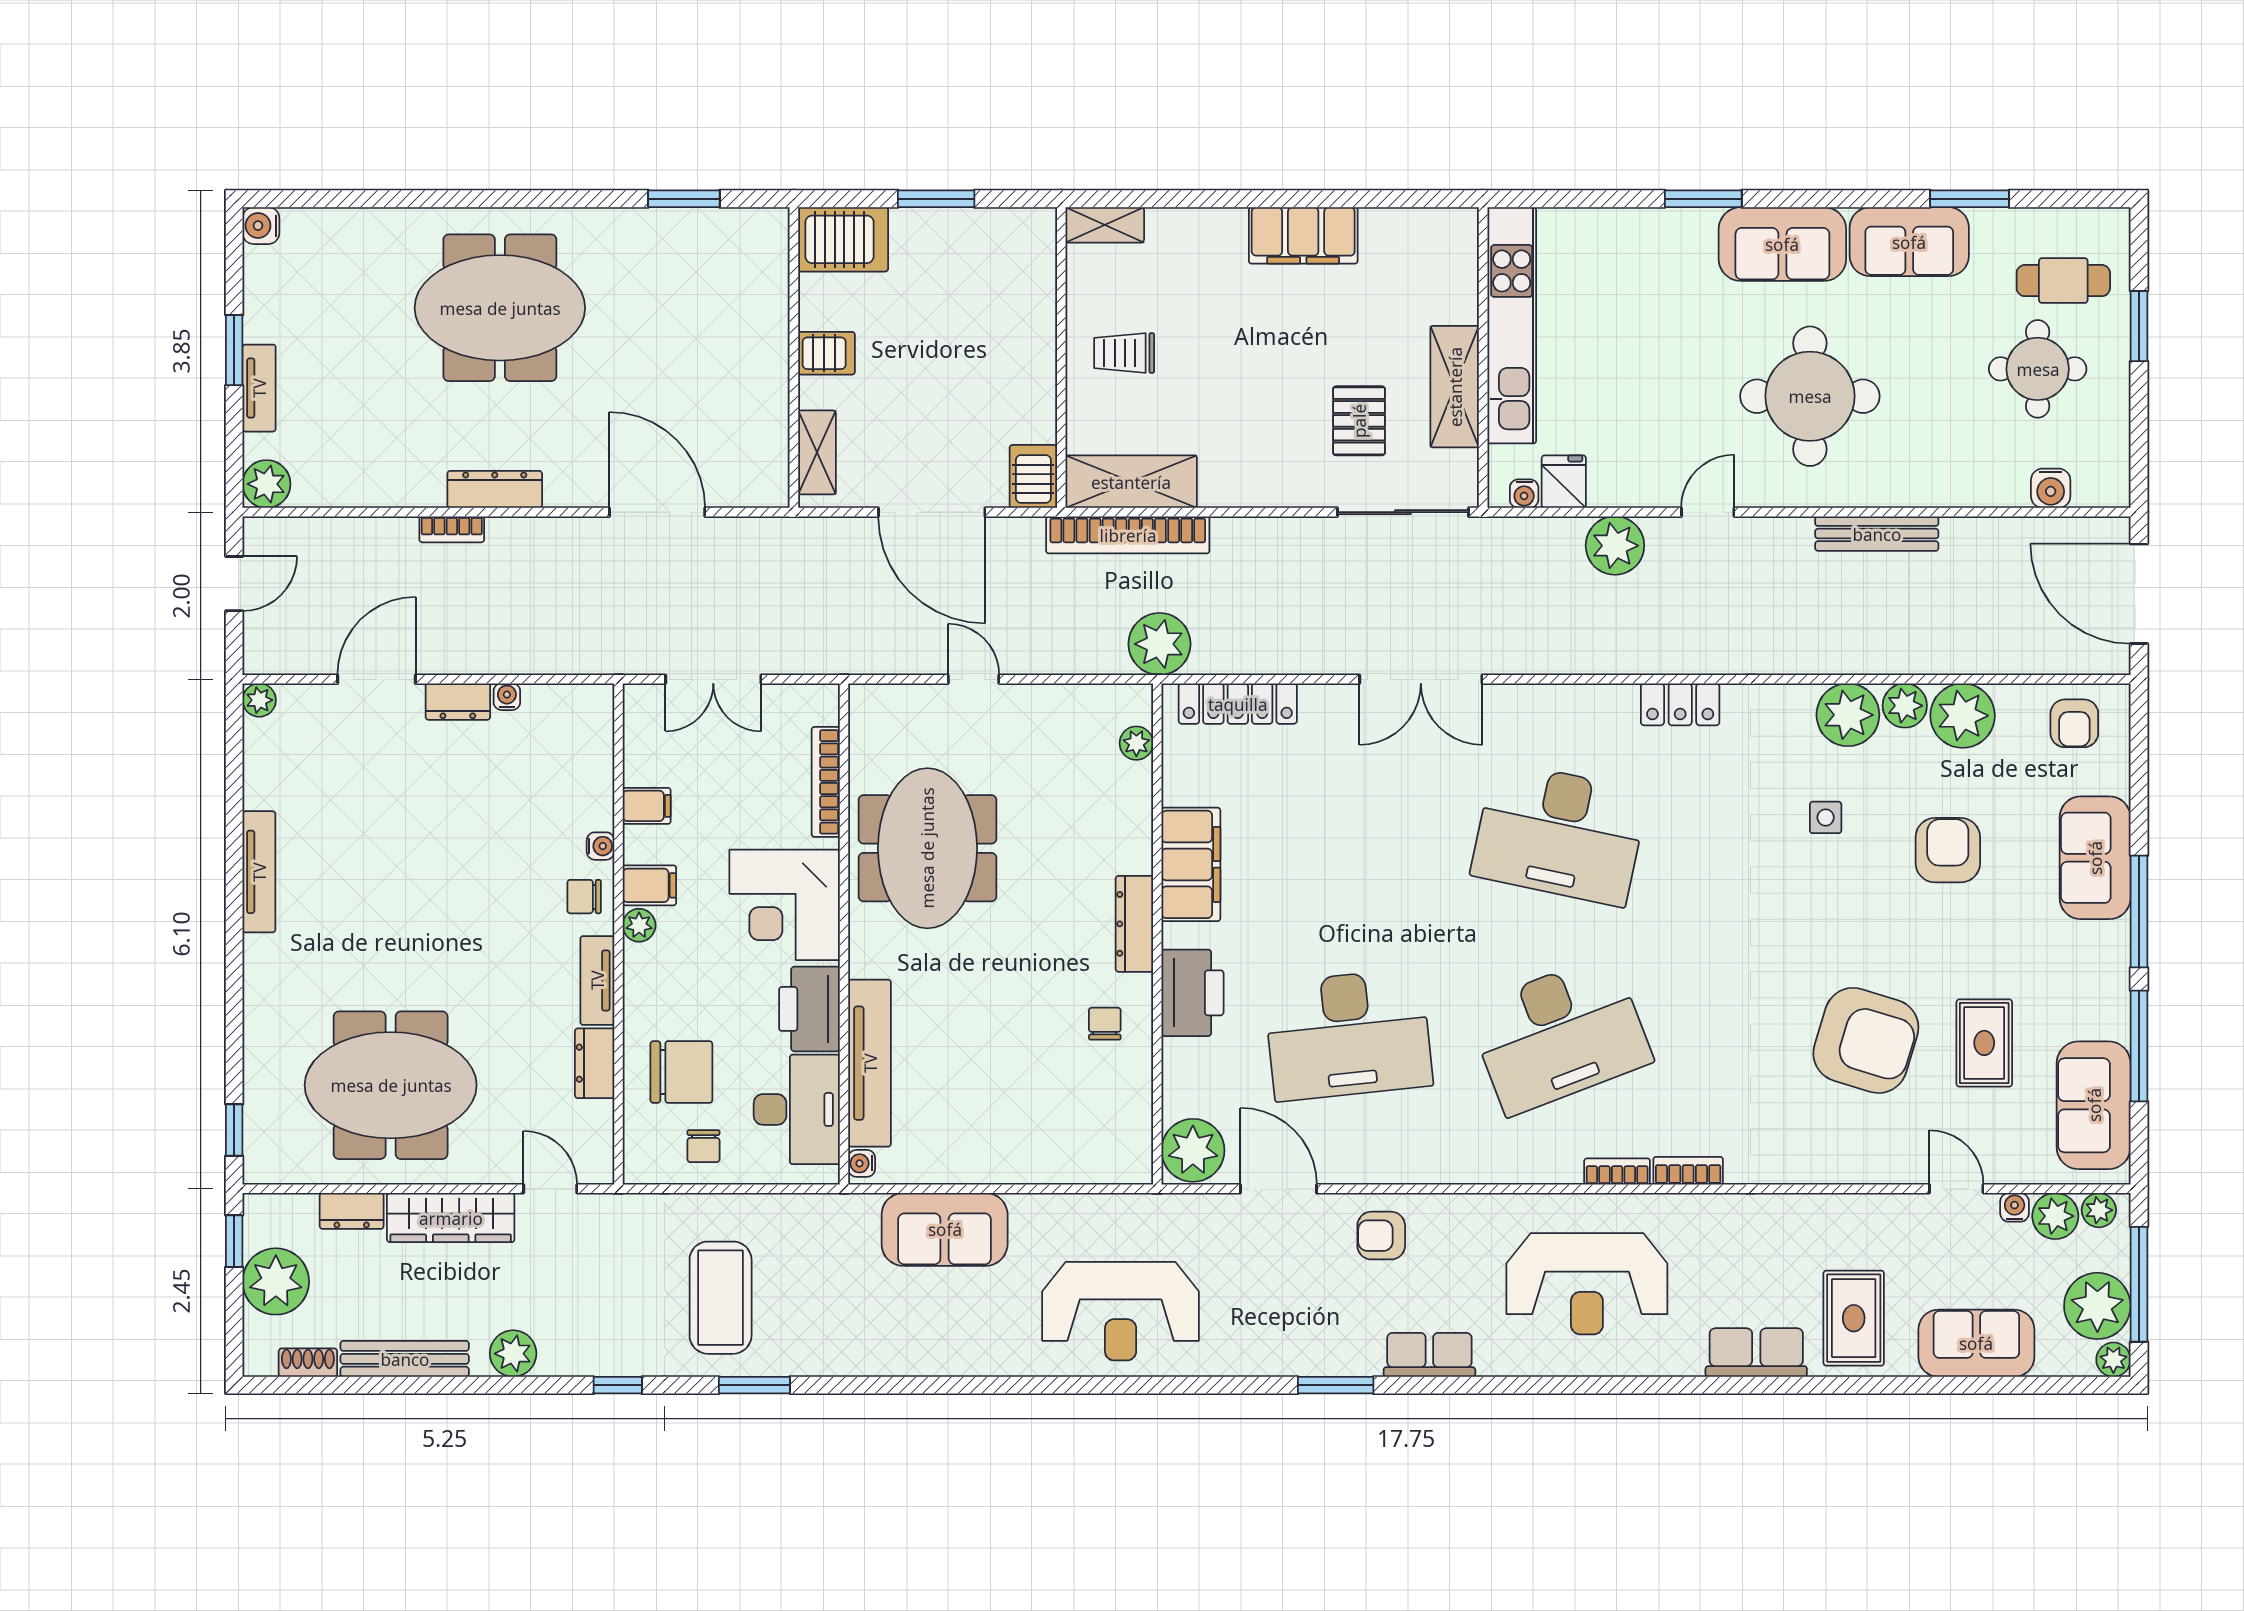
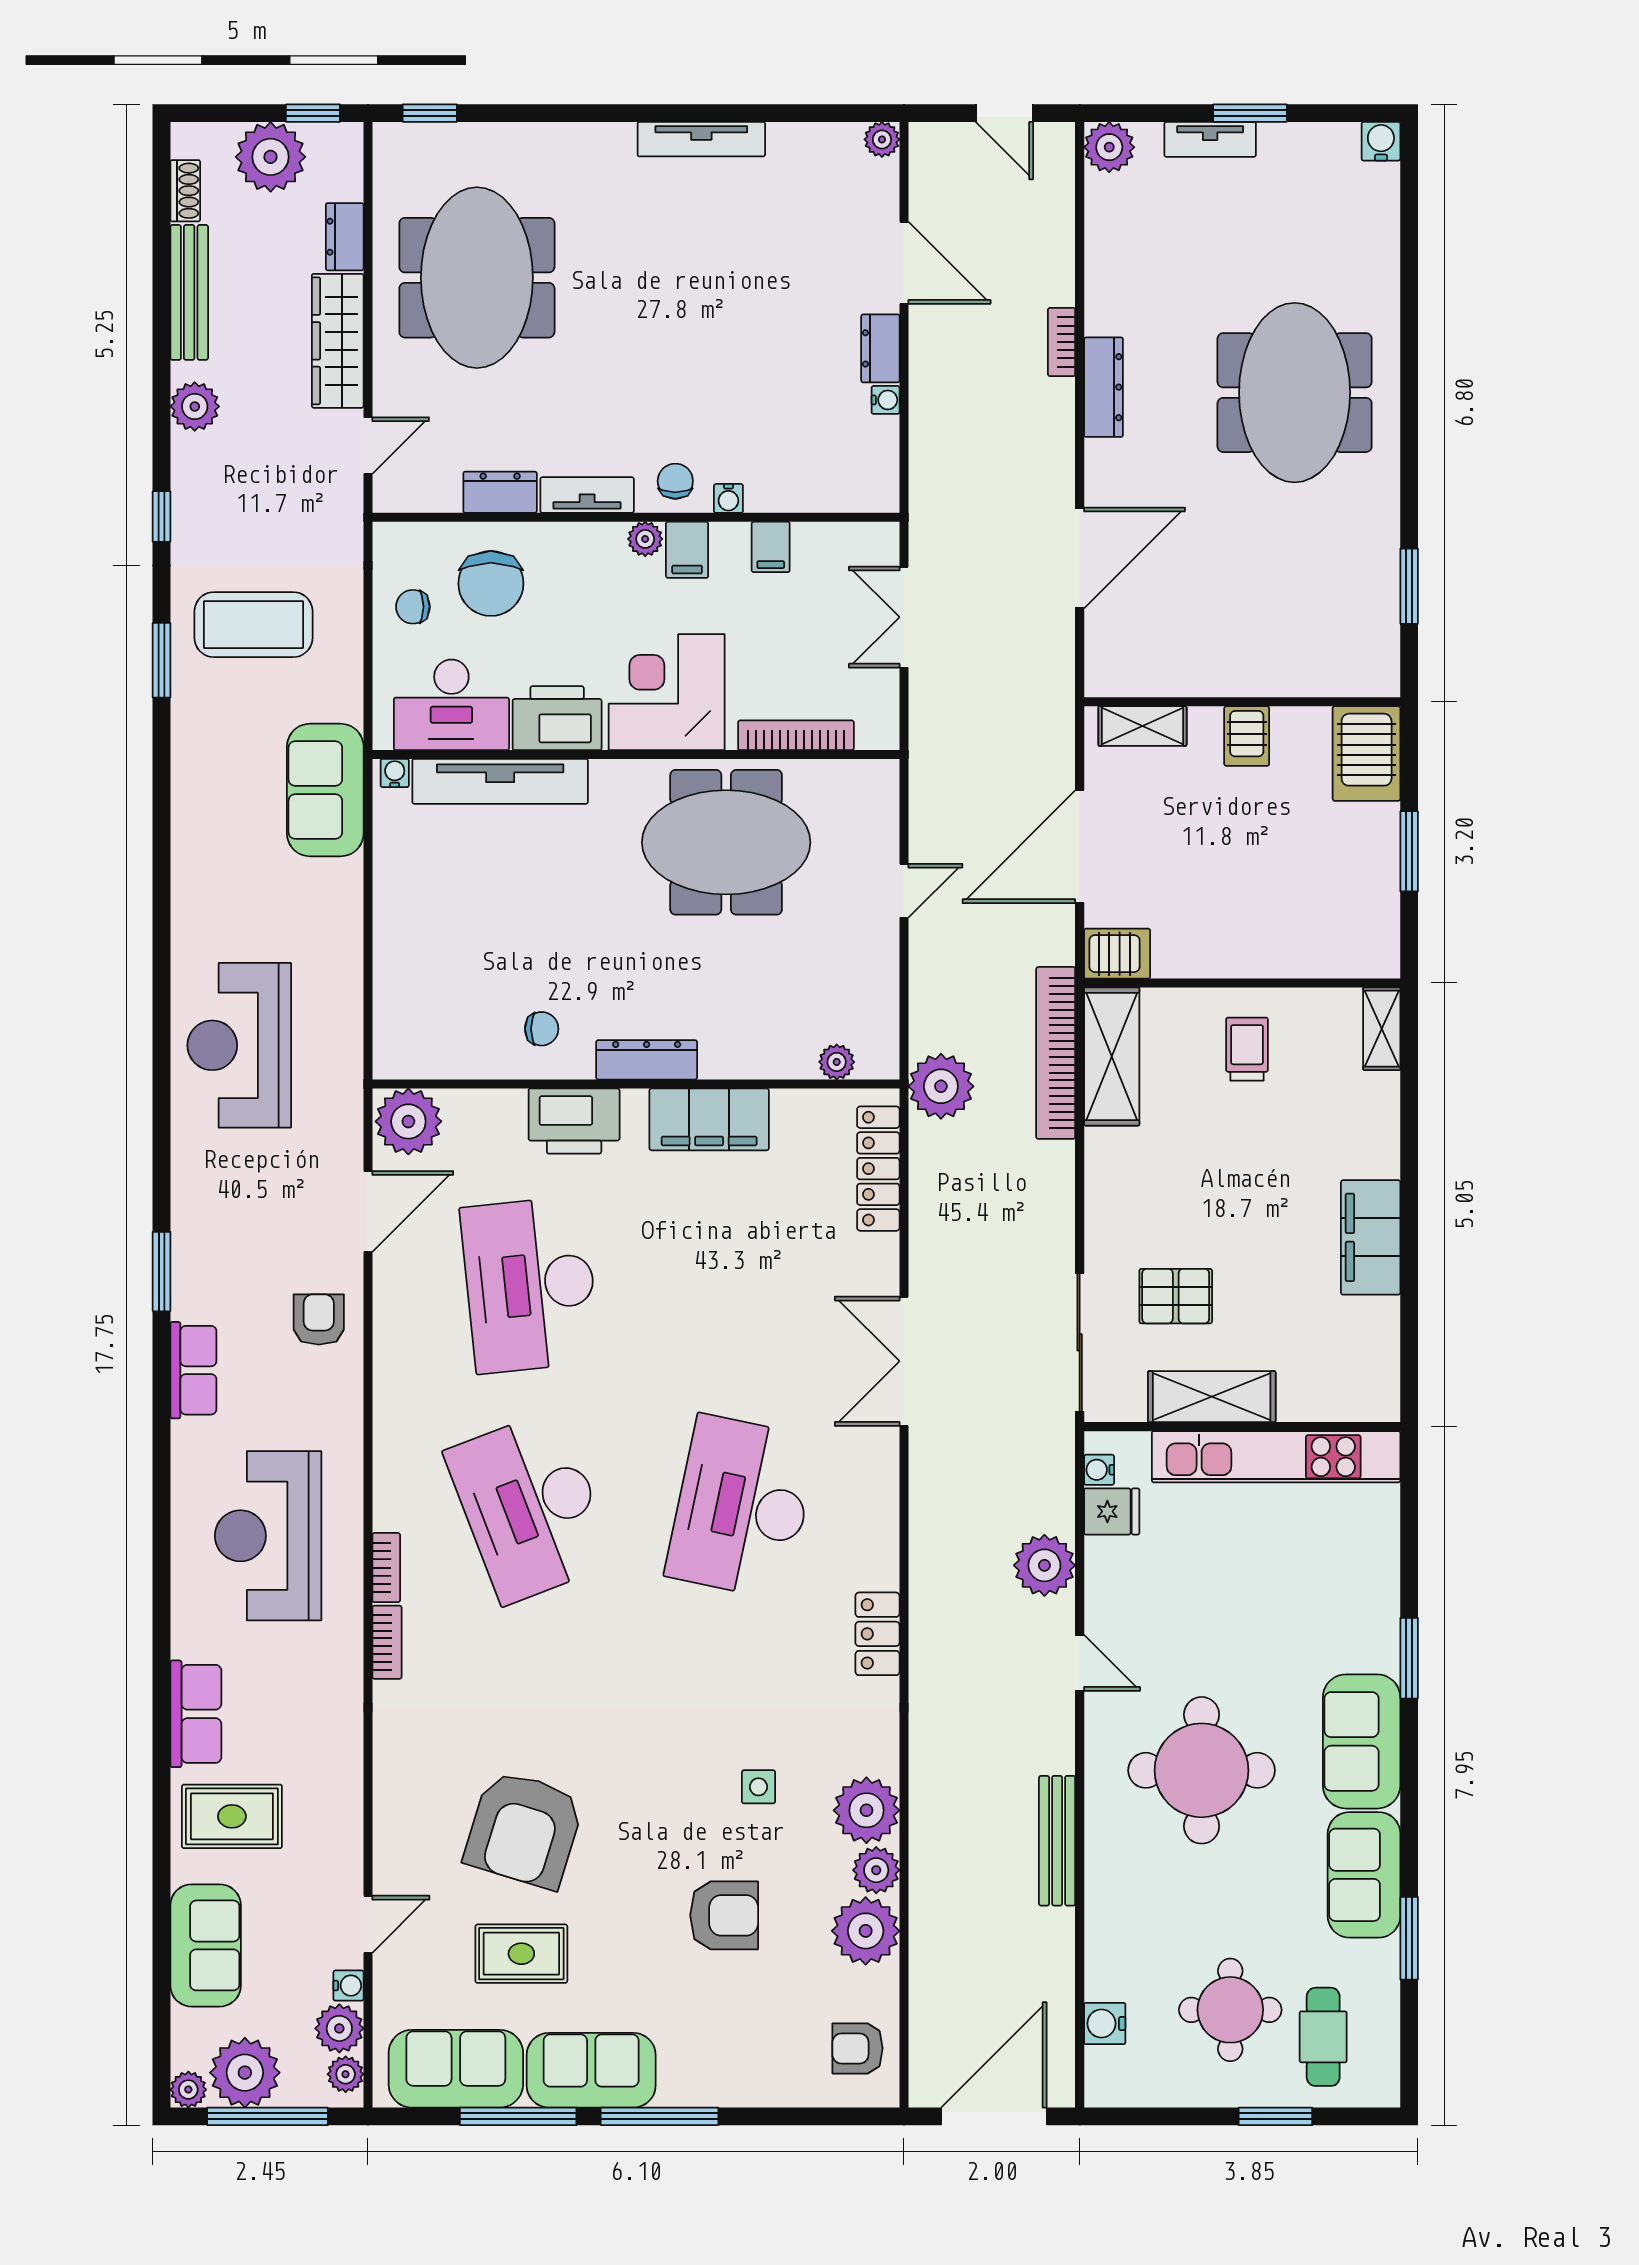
sofa: (2095, 858) -> (591, 2070), moved
sofa: (945, 1229) -> (325, 790), moved

